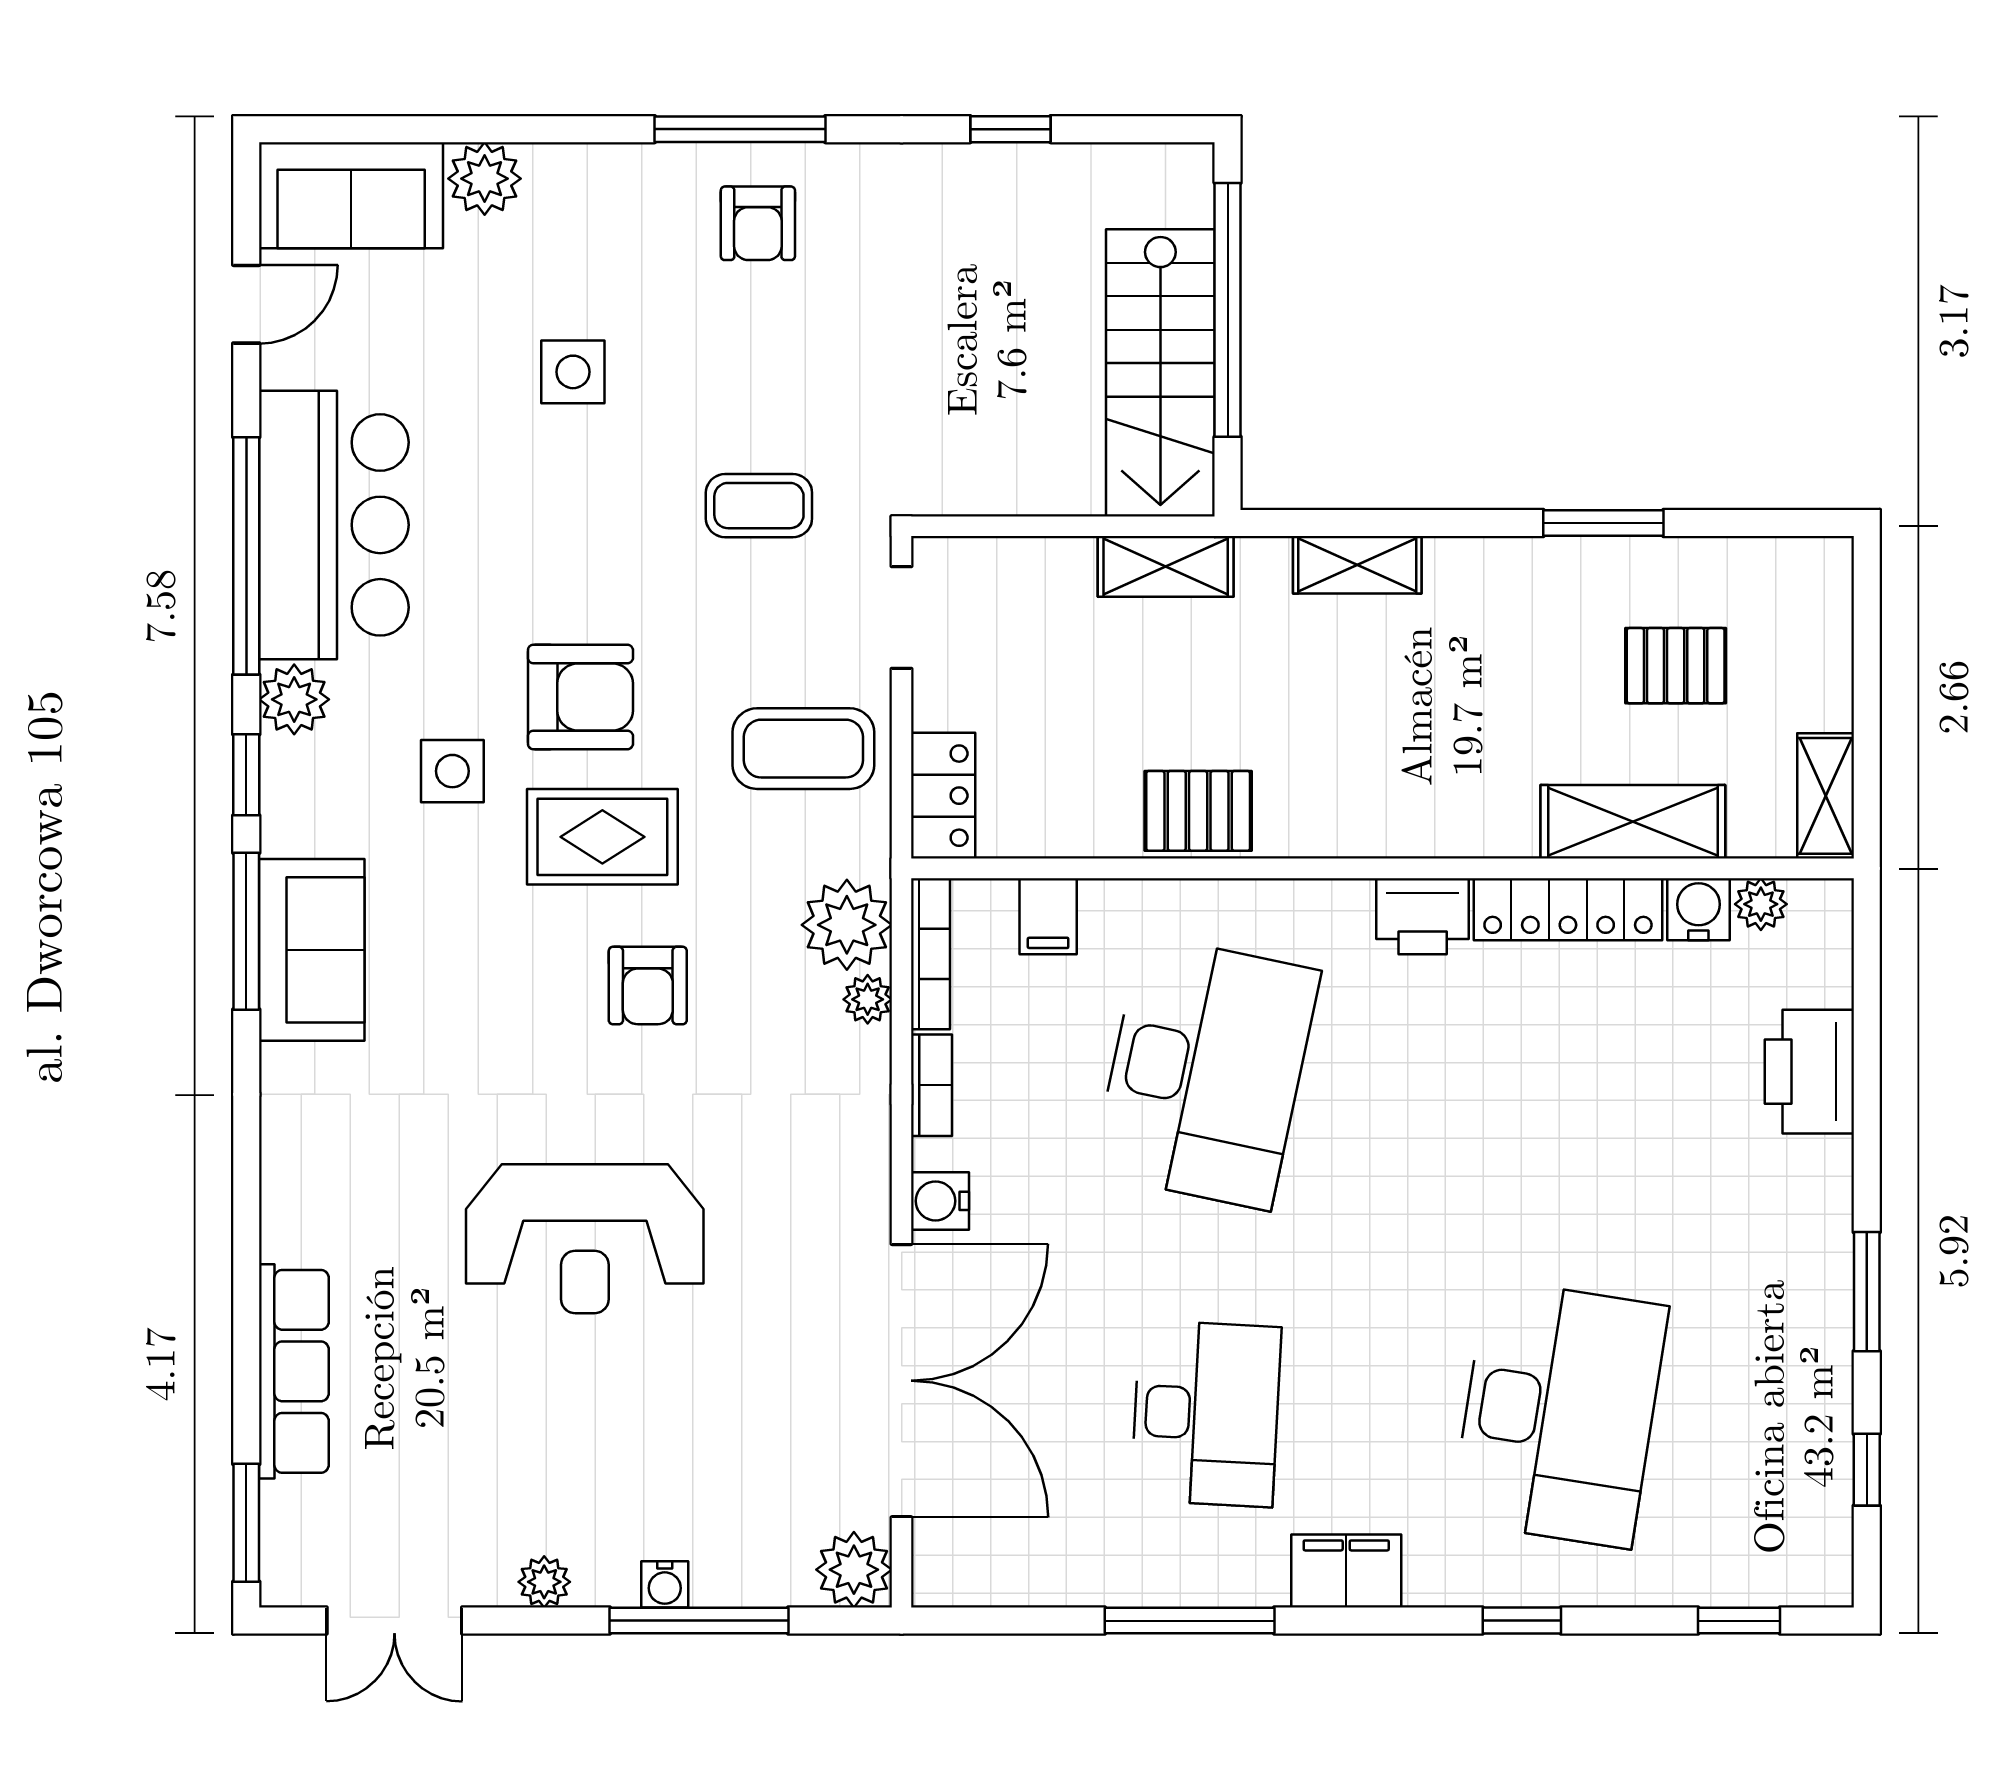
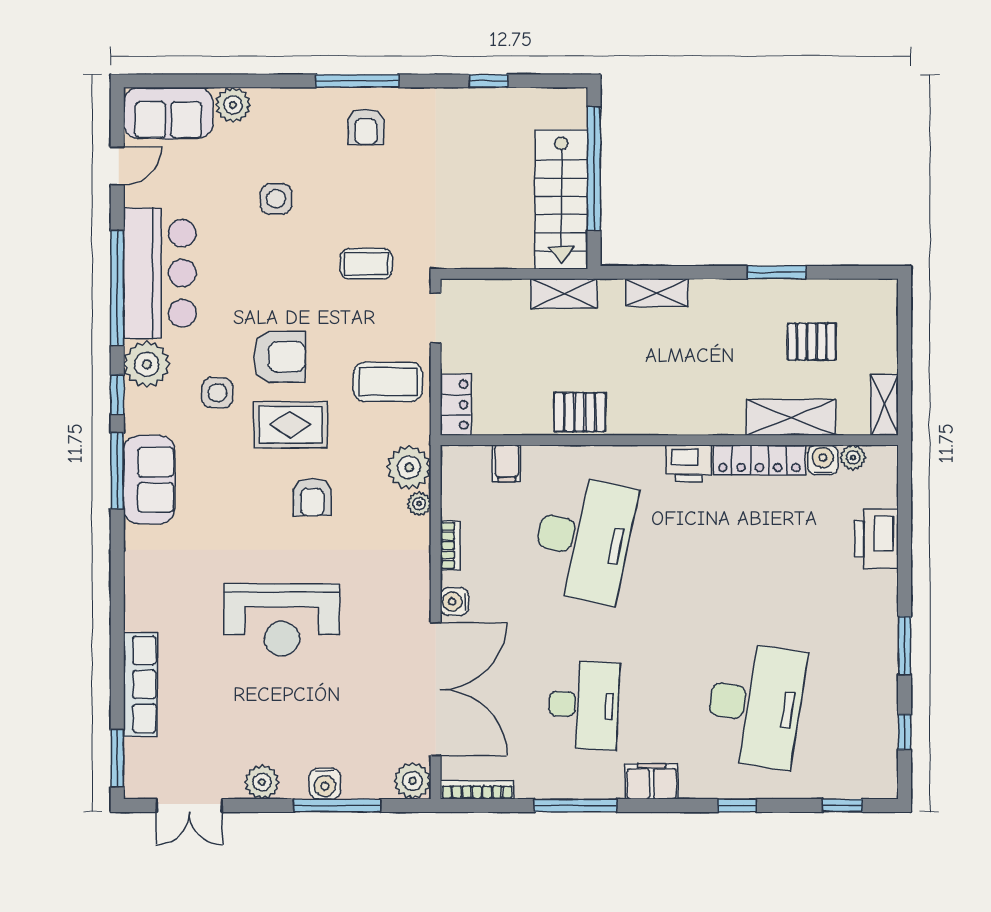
plant: (294, 699) -> (147, 364), width x1.36, depth x1.36
bookcase: (931, 954) -> (477, 790), moved, turned -90
plant: (544, 1582) -> (262, 782), width x1.38, depth x1.38
water cooler: (665, 1584) -> (325, 784), width x1.38, depth x1.38

